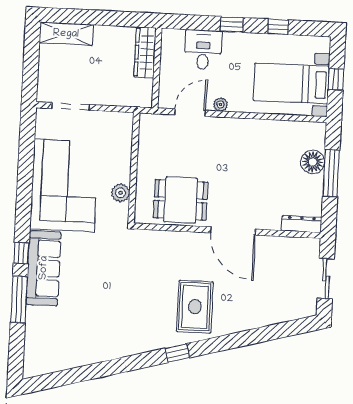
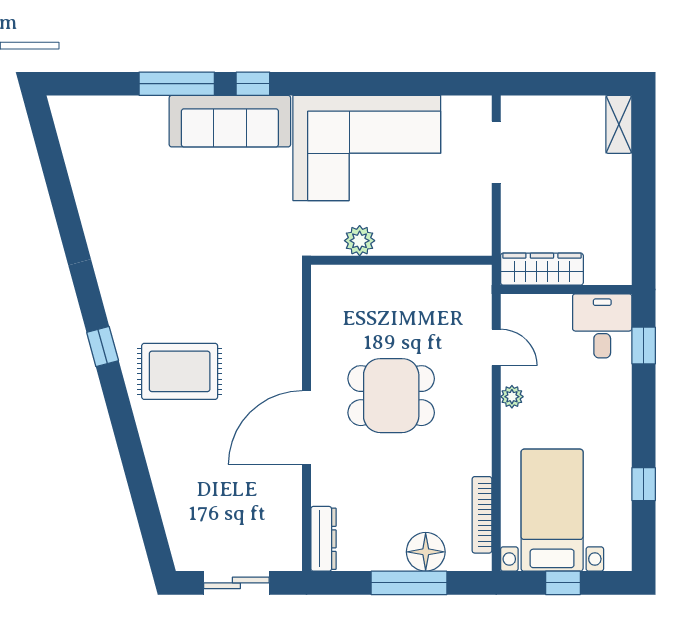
window: (232, 24) -> (644, 346), moved
shelving: (66, 34) -> (619, 124), width x0.67, depth x0.75
desk: (203, 50) -> (602, 326), moved, turned -90
wardrobe: (145, 53) -> (542, 269), moved
door: (190, 113) -> (496, 347), width x0.73
bookcase: (292, 126) -> (482, 515), added
dining table: (181, 200) -> (391, 396), moved, turned 90

